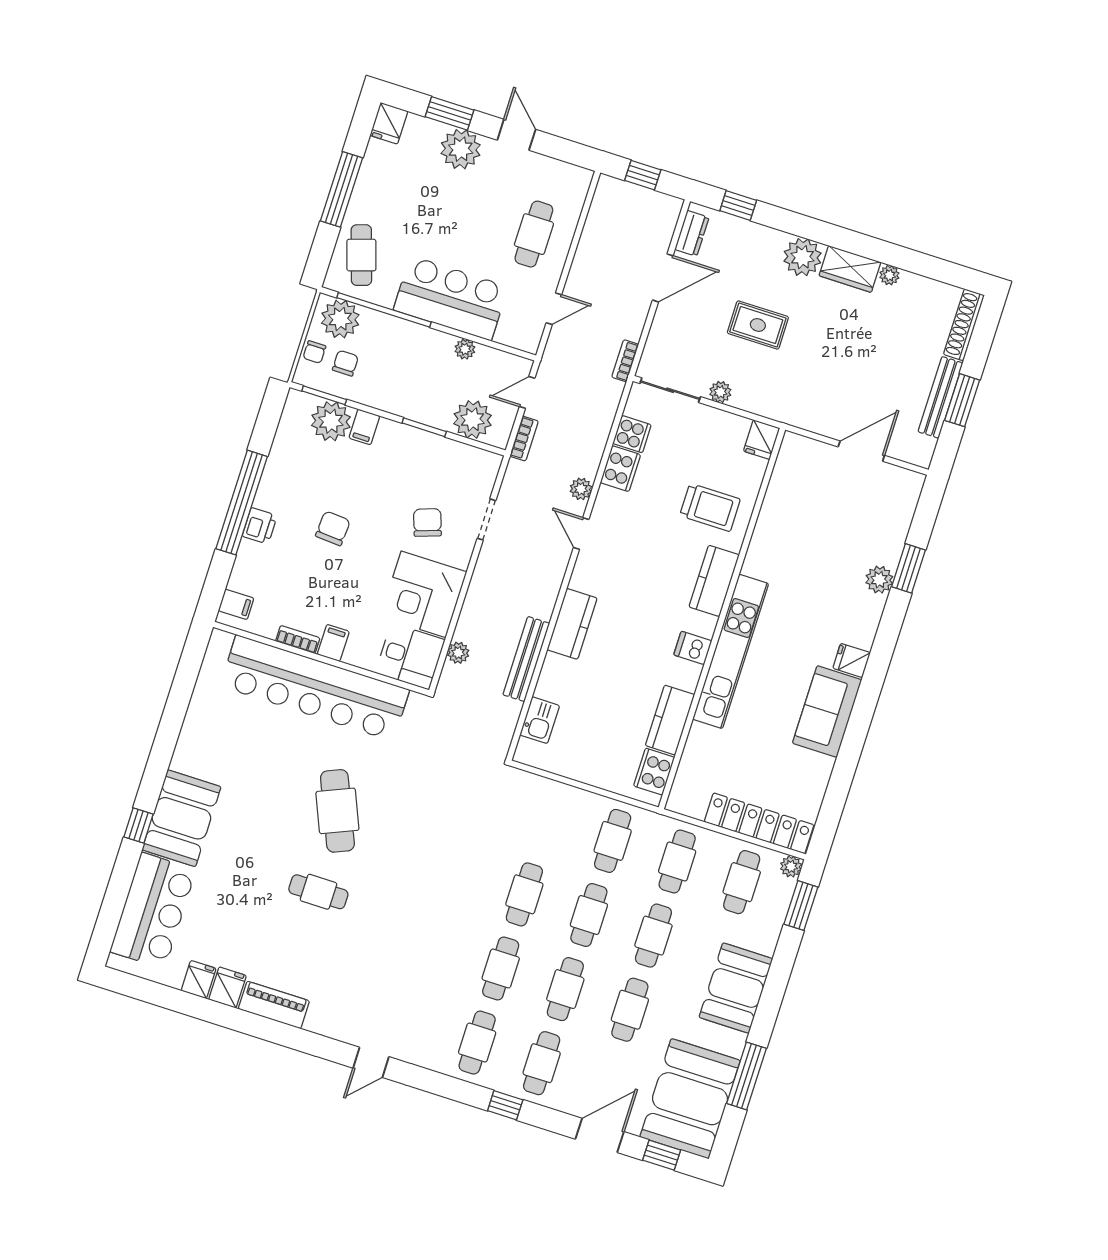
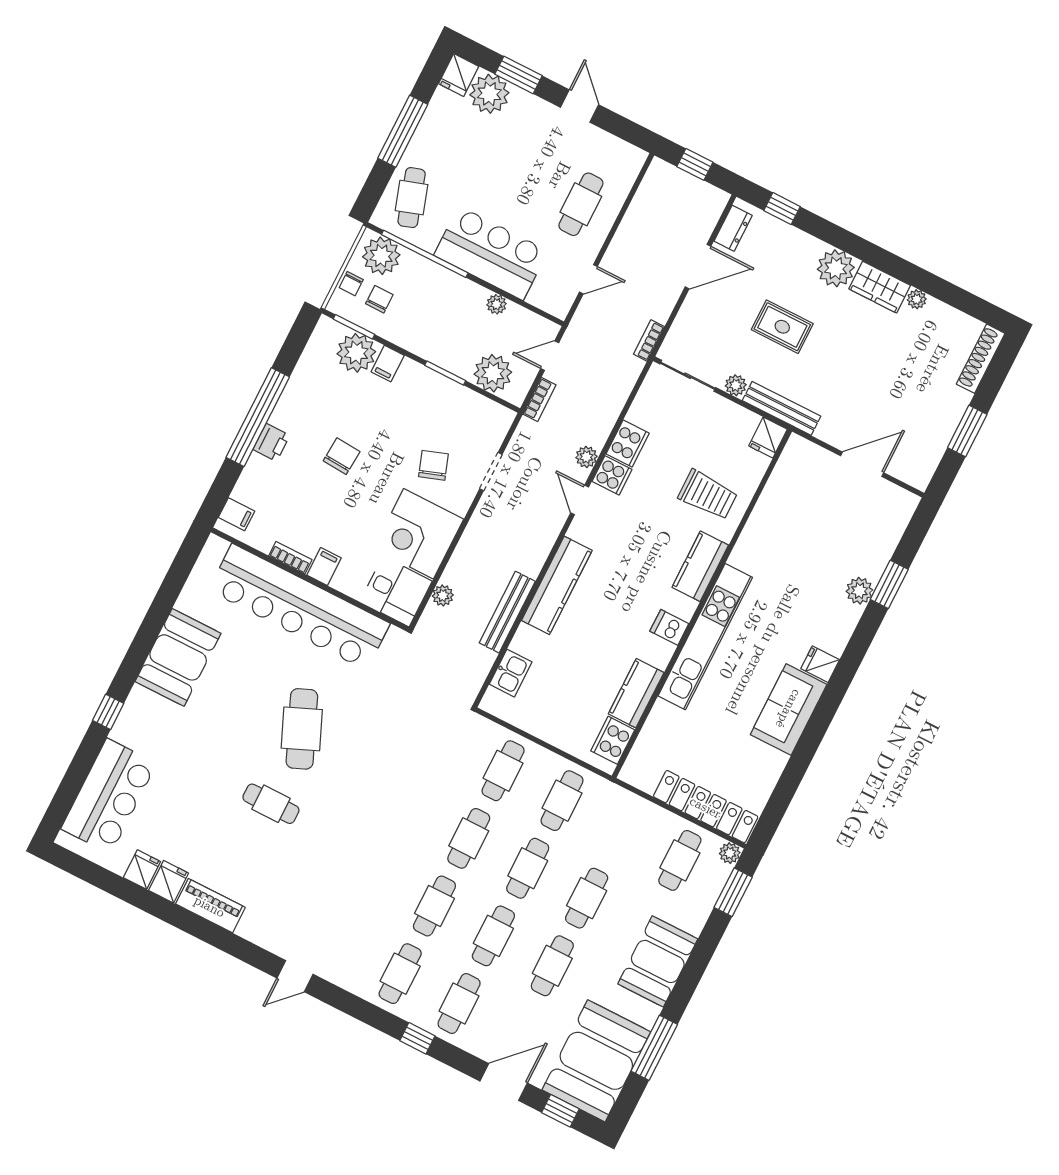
plant: (461, 149) -> (489, 94), moved
bench: (940, 397) -> (782, 408), moved, turned 90
cooker: (632, 434) -> (612, 475), moved
kitchen counter: (572, 624) -> (557, 585), width x1.50
booth: (181, 818) -> (178, 657), moved
cafe table: (677, 862) -> (503, 771), moved

